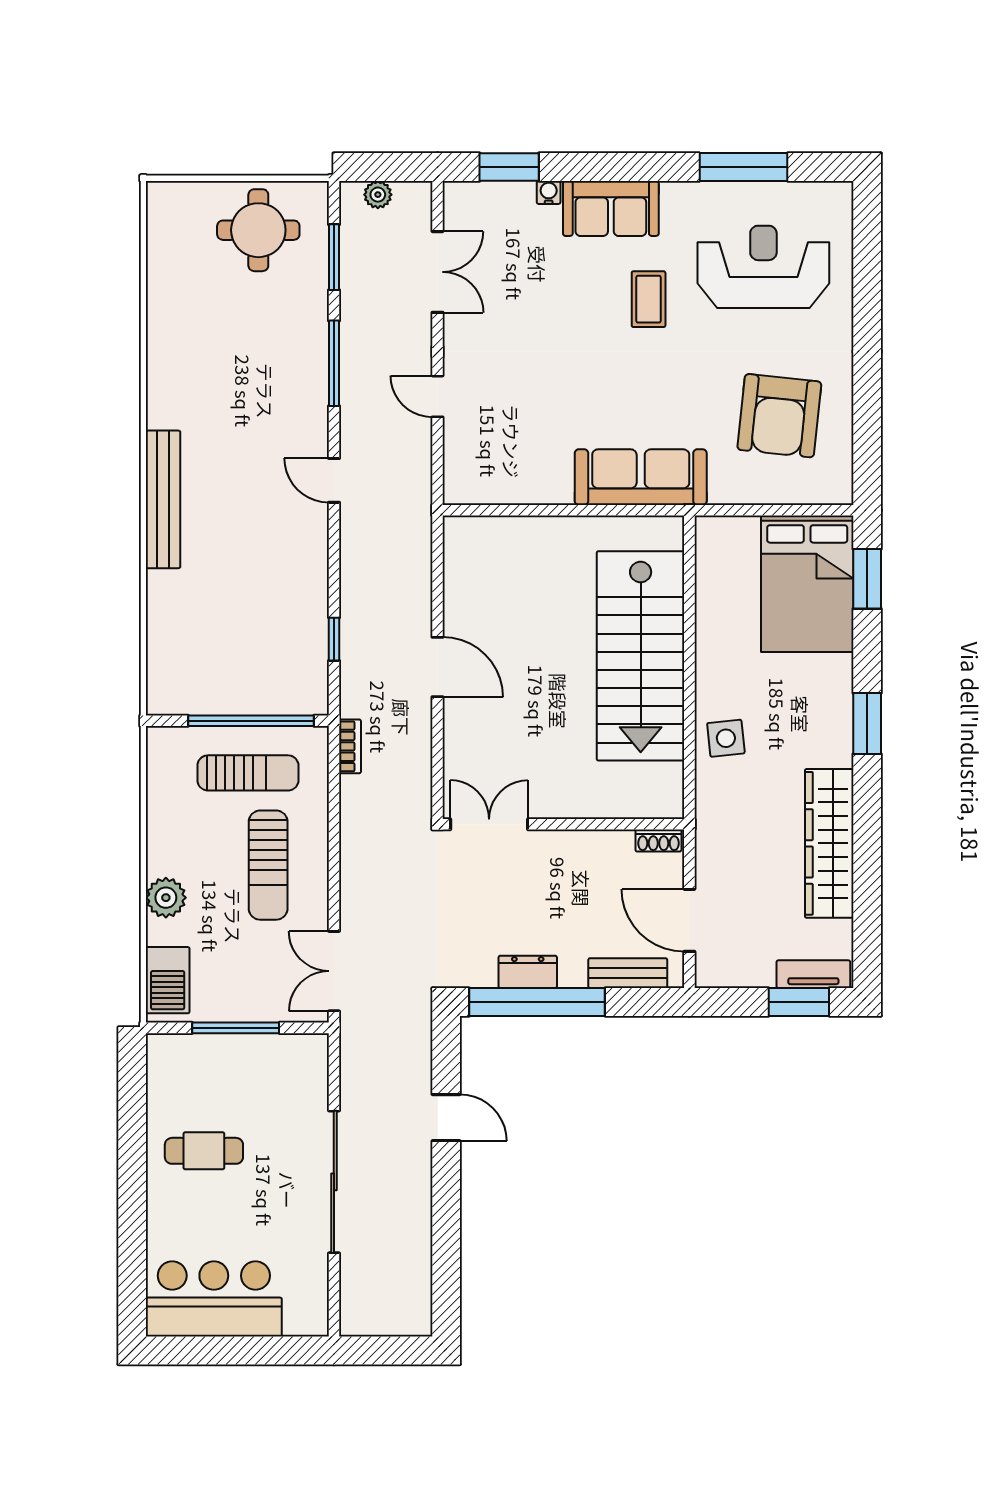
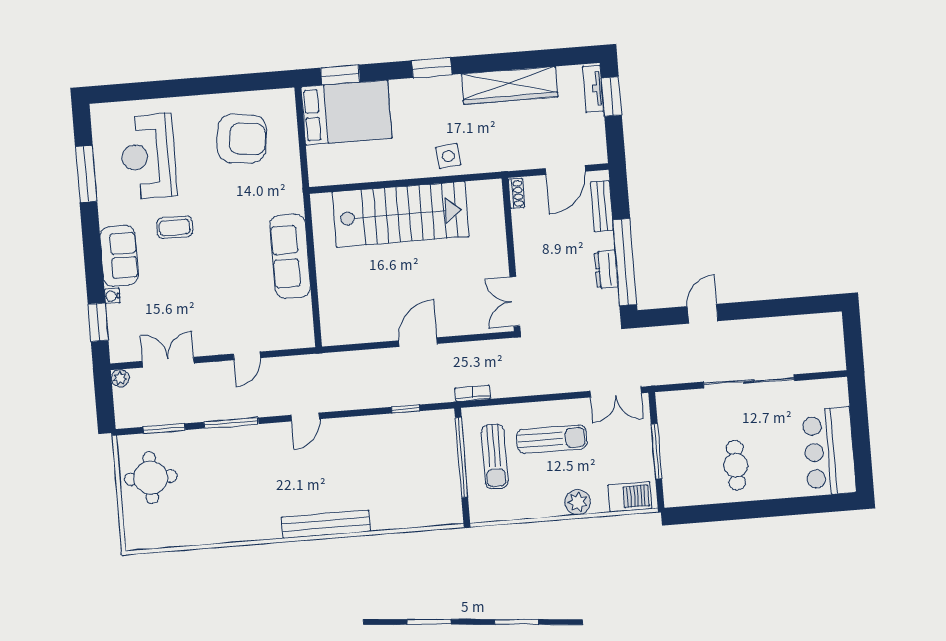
plant: (378, 195) -> (120, 378), moved
sofa: (641, 477) -> (290, 256), moved
sun lounger: (248, 773) -> (495, 457), turned 180

